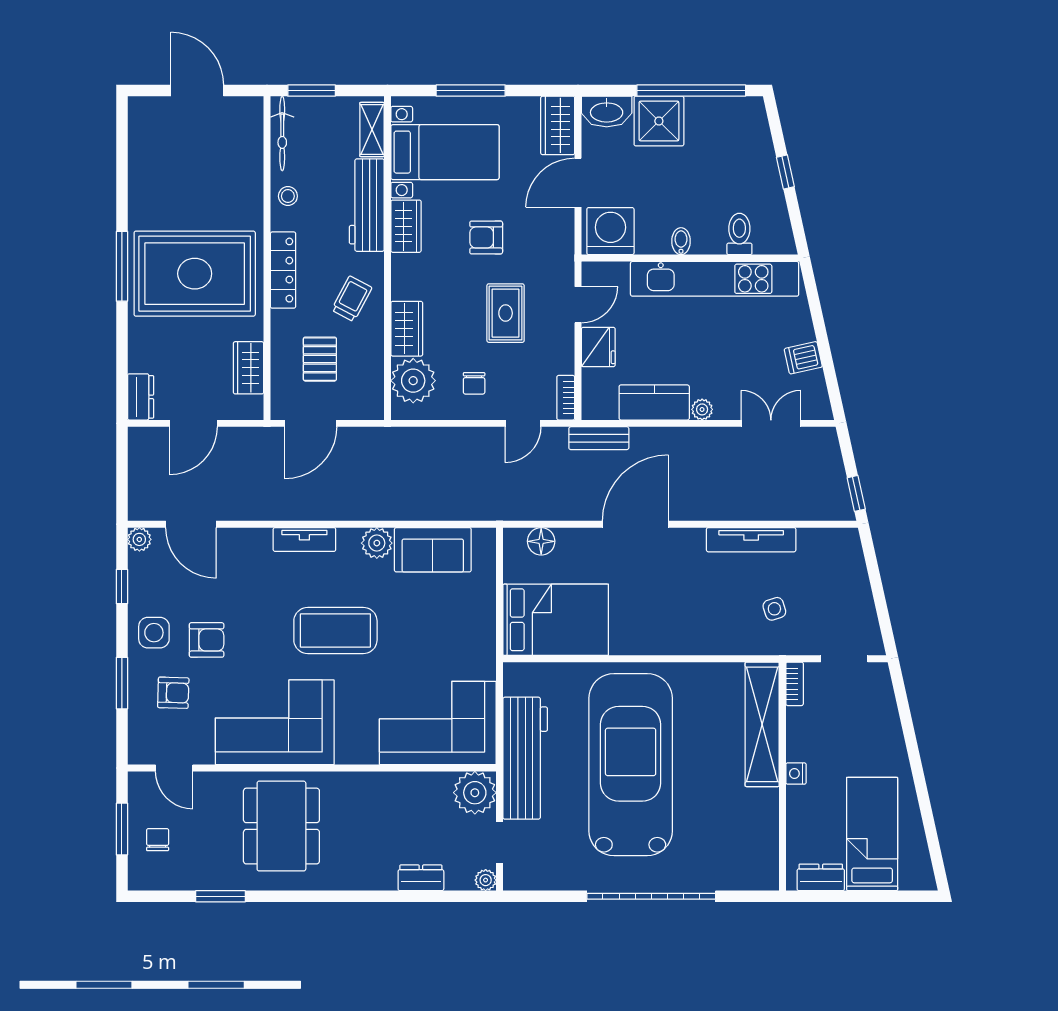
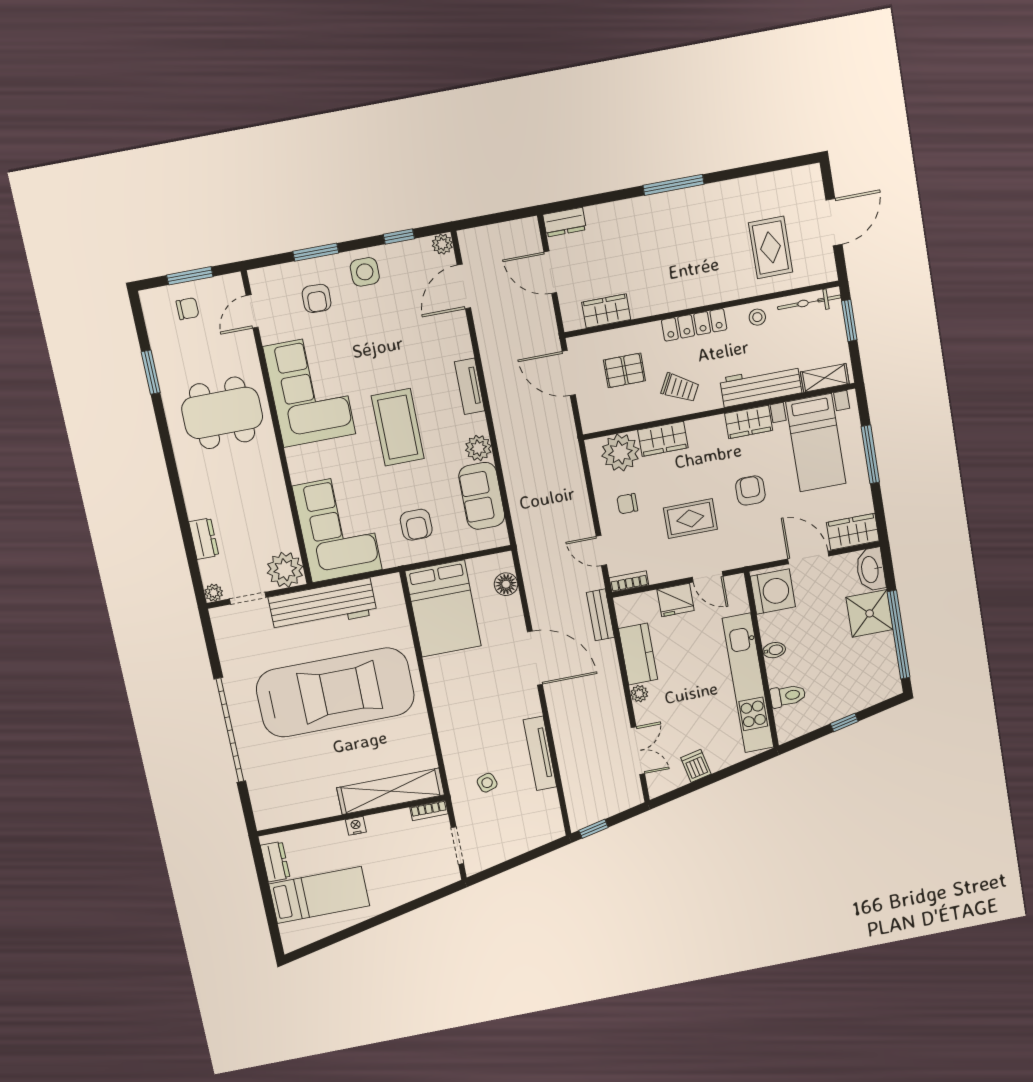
rug: (195, 274) -> (771, 248), moved, width x0.54, depth x0.49
armchair: (207, 640) -> (416, 525), moved

